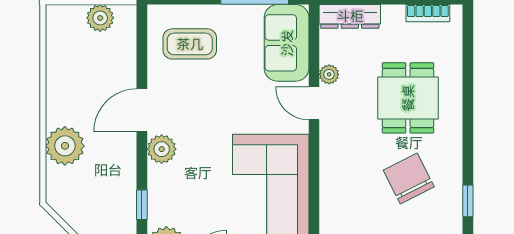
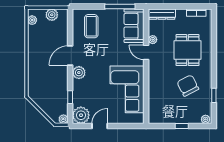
coffee table: (190, 44) -> (91, 26), turned 90
plant: (65, 146) -> (32, 20), moved, width x0.53, depth x0.53

